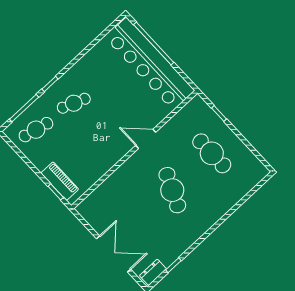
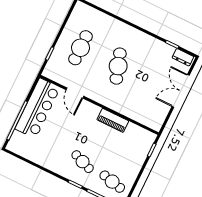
bar counter: (150, 64) -> (38, 108), width x0.73
door: (146, 139) -> (75, 93), moved
piano: (60, 181) -> (113, 120), moved, turned -90
cafe table: (172, 190) -> (118, 66), turned -42

